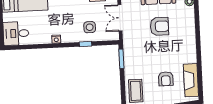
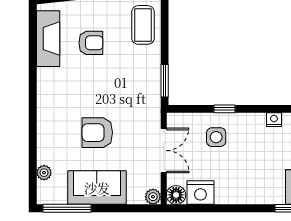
armchair: (166, 79) -> (91, 43), turned 90

